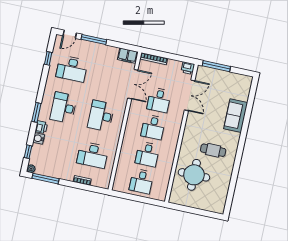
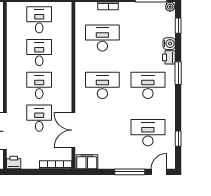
desk: (63, 108) -> (148, 85), turned -90
desk: (101, 116) -> (102, 85), turned -90

